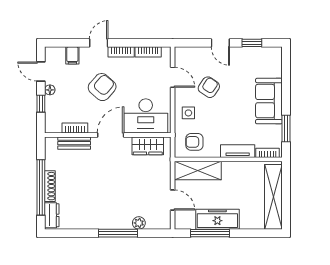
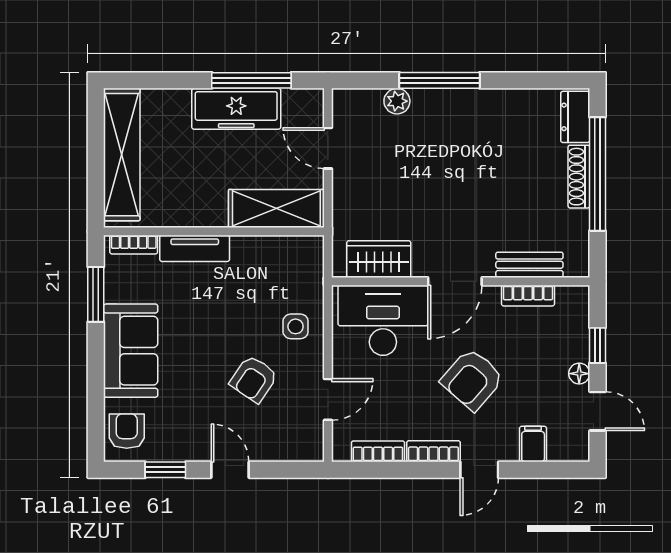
door: (173, 77) -> (328, 399), swing flipped
armchair: (194, 142) -> (127, 431), moved, turned -90

